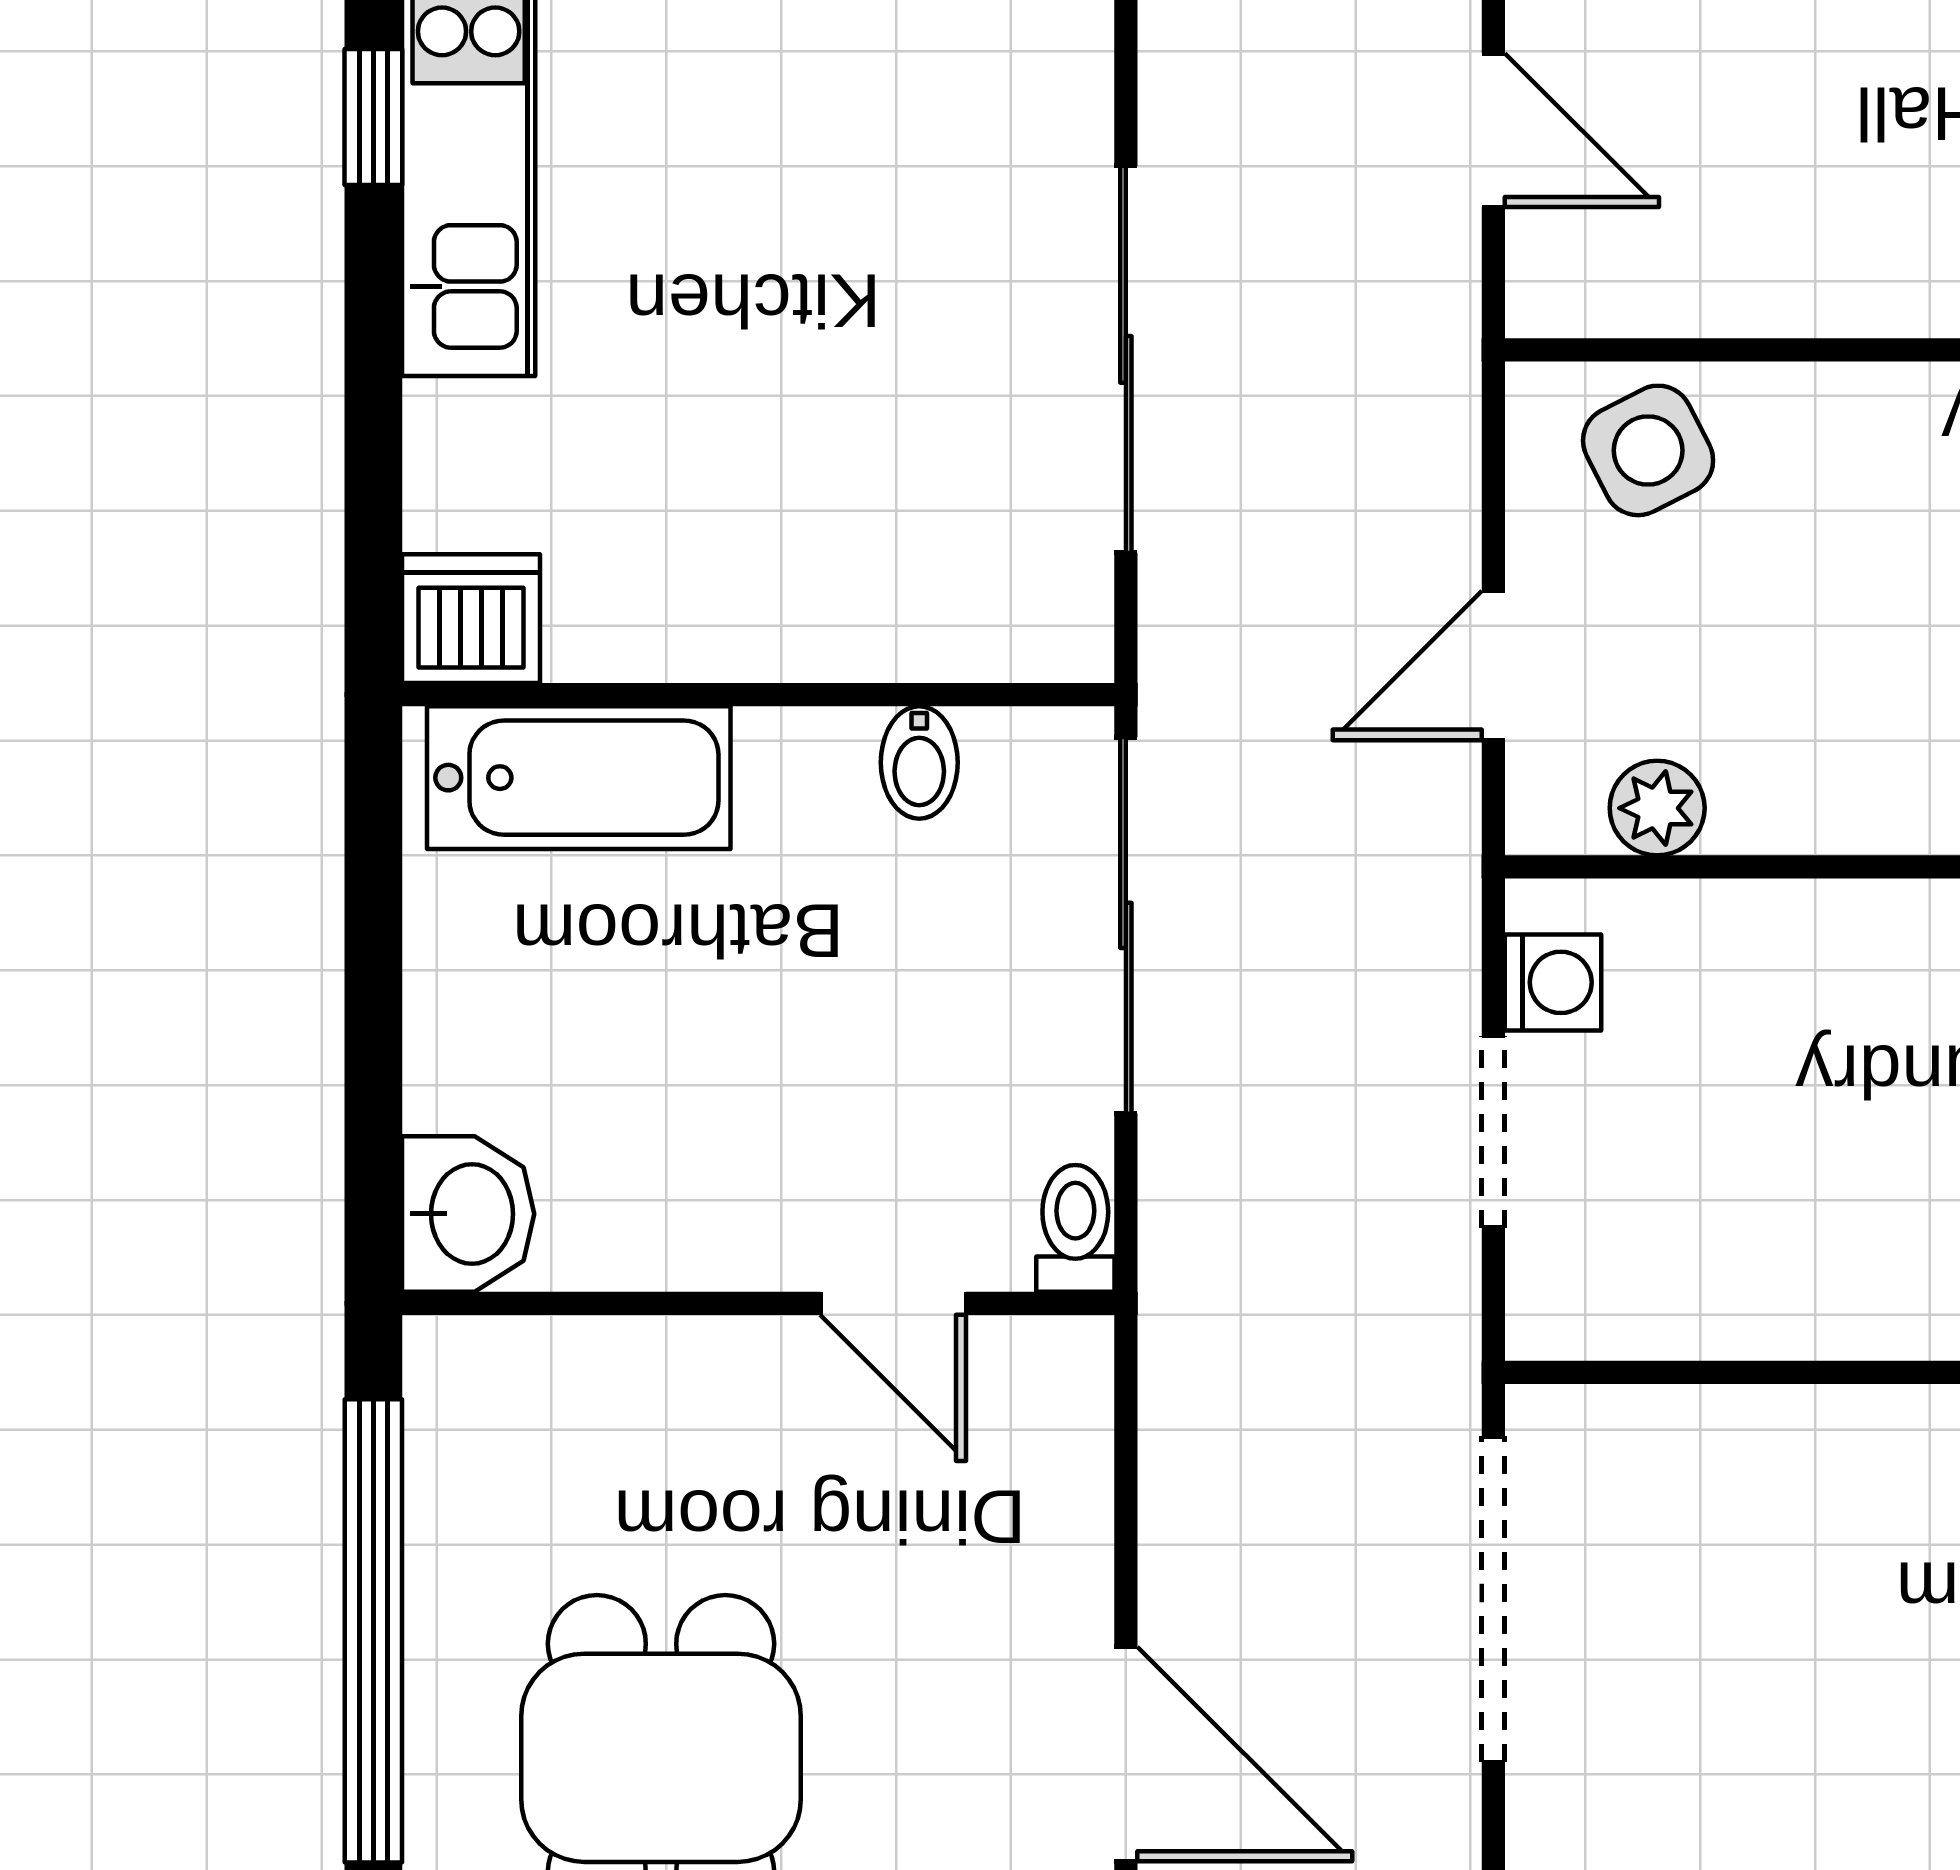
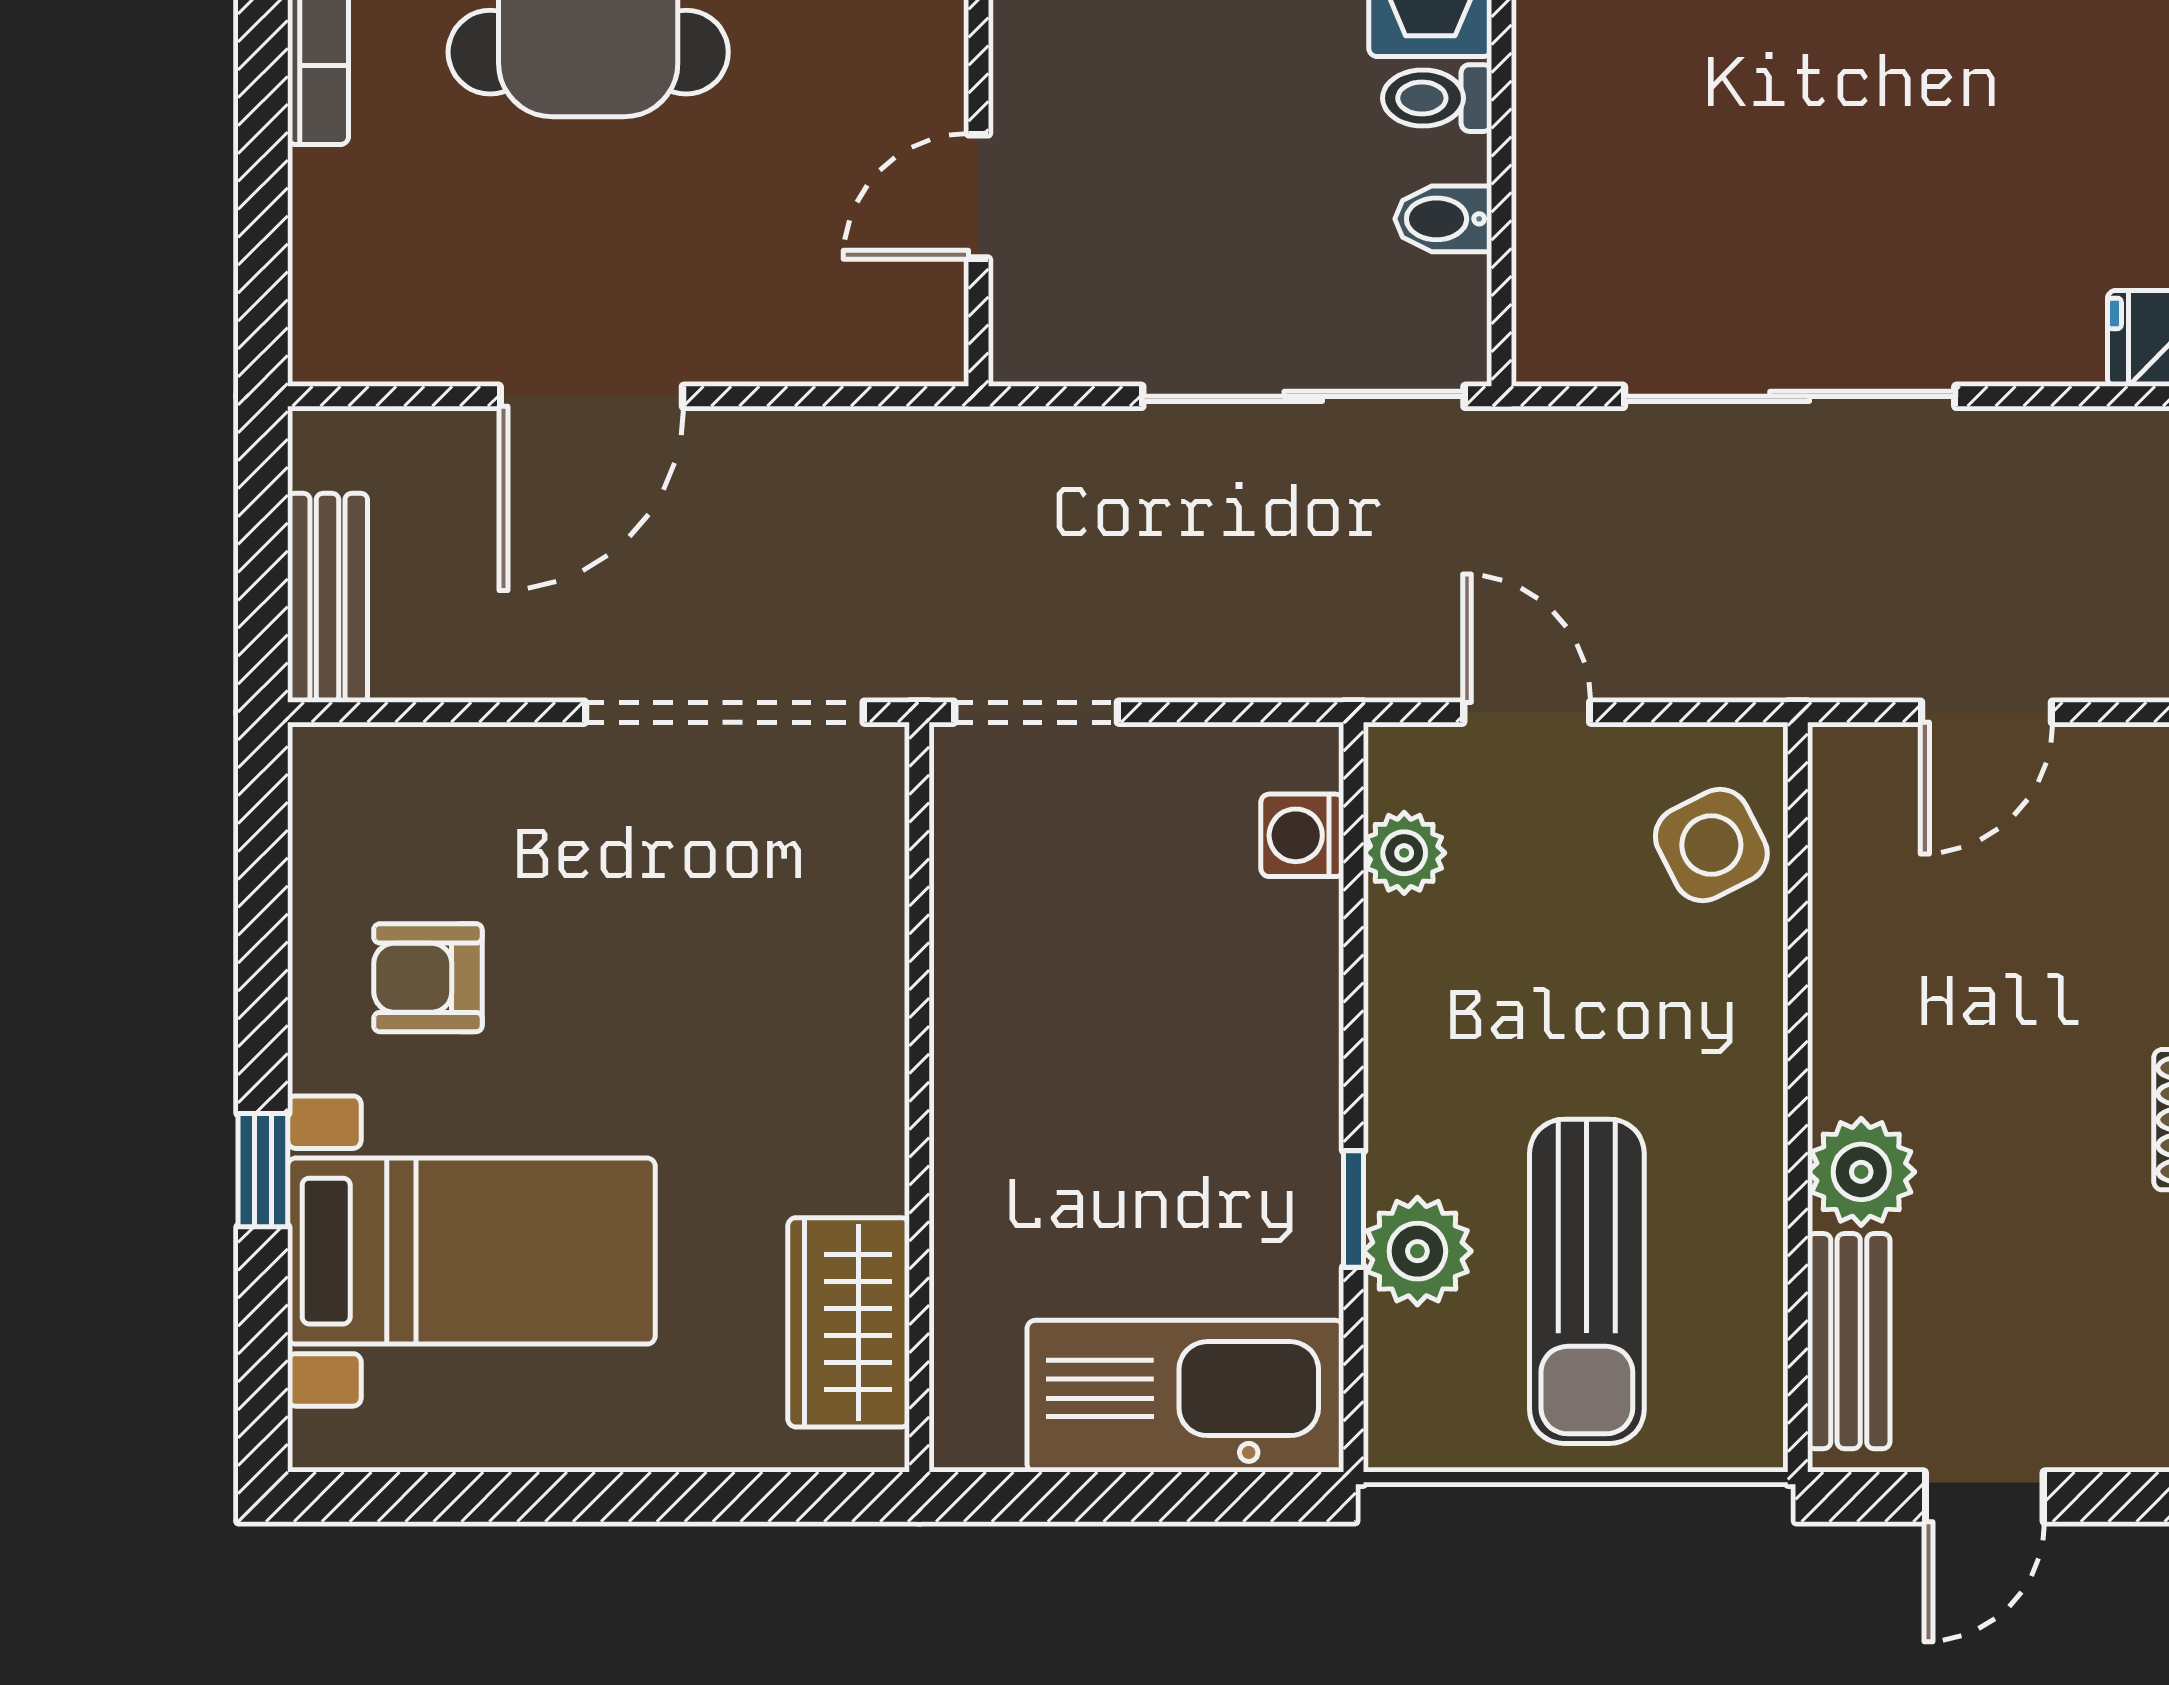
washing machine: (1553, 982) -> (1302, 835), moved, turned 90
doorway: (1493, 1132) -> (1036, 712), moved
toilet: (1075, 1228) -> (1437, 98), moved, turned 180

